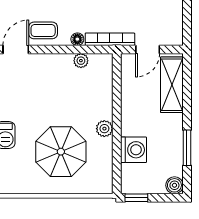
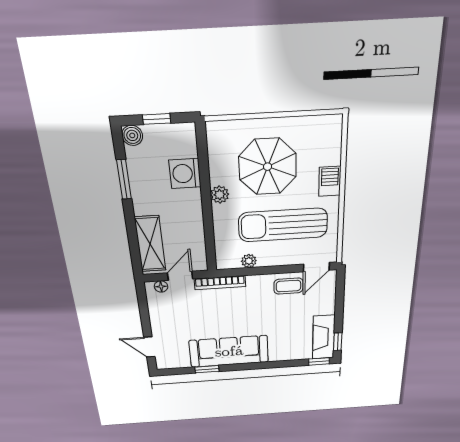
floor lamp: (77, 39) -> (161, 286), moved
sun lounger: (48, 96) -> (283, 225), added
window: (136, 198) -> (157, 119), moved

